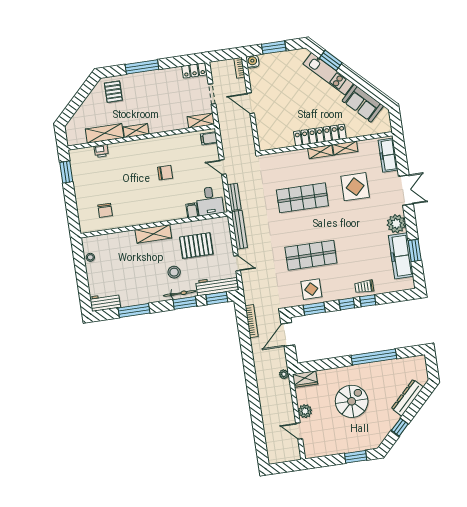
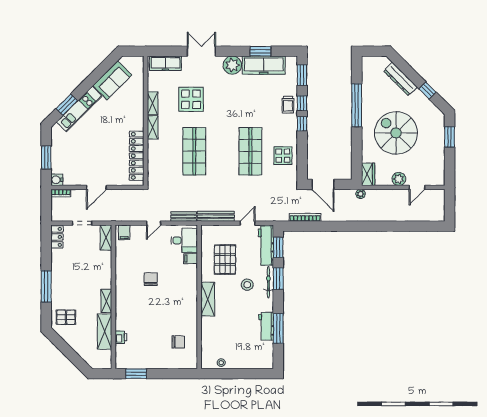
locker: (320, 135) -> (137, 156), moved
workbench: (105, 302) -> (266, 326), moved
window: (314, 309) -> (302, 75), moved
spiral stairs: (352, 401) -> (396, 133), width x1.37, depth x1.37

